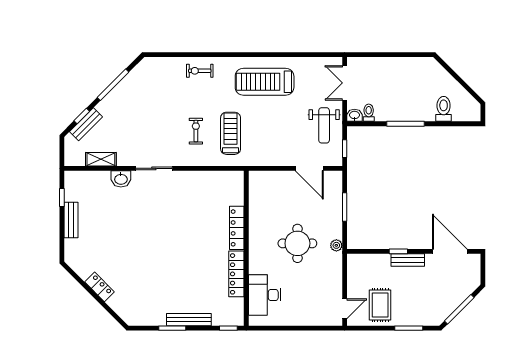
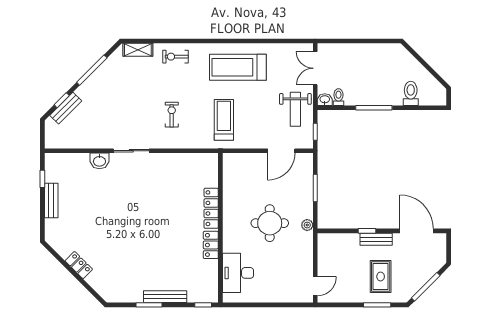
treadmill: (231, 133) -> (224, 120), moved
shelving: (101, 159) -> (138, 50), moved
door: (309, 168) -> (281, 151), hinge flipped
locker: (236, 274) -> (211, 245), width x0.66
rug: (380, 305) -> (381, 276), moved

